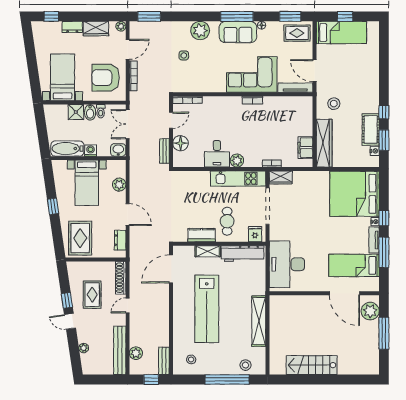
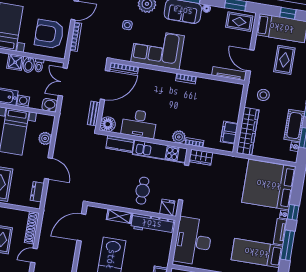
rug: (349, 64) -> (284, 60), added
corner sofa: (252, 74) -> (158, 49), moved
door: (171, 120) -> (105, 85), width x1.87
floor lamp: (181, 143) -> (108, 124), moved
desk: (217, 154) -> (139, 124), width x1.37
plant: (237, 161) -> (179, 137), moved
kitchen counter: (202, 235) -> (120, 144), moved, turned 180

